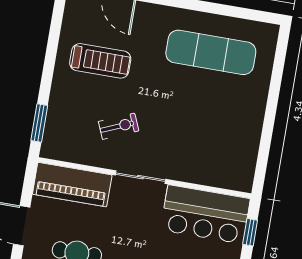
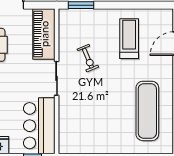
treadmill: (100, 61) -> (129, 39), turned 180

